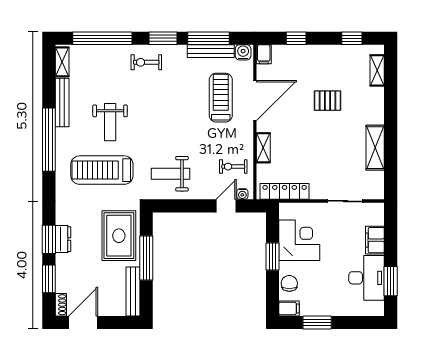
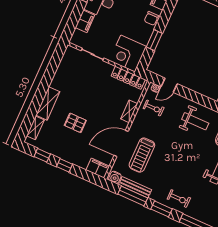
window: (296, 38) -> (64, 165), moved
filing cabinet: (264, 54) -> (98, 168), width x2.00
shelving: (375, 148) -> (48, 103), moved
corner desk: (299, 240) -> (128, 54), moved

